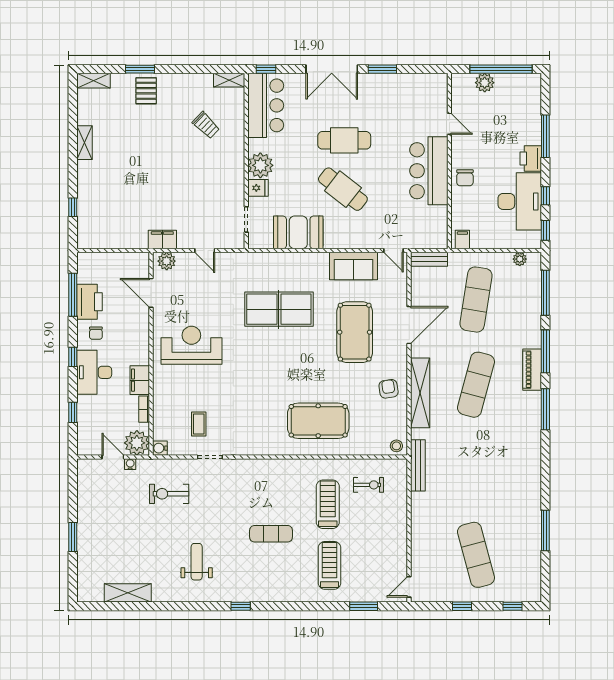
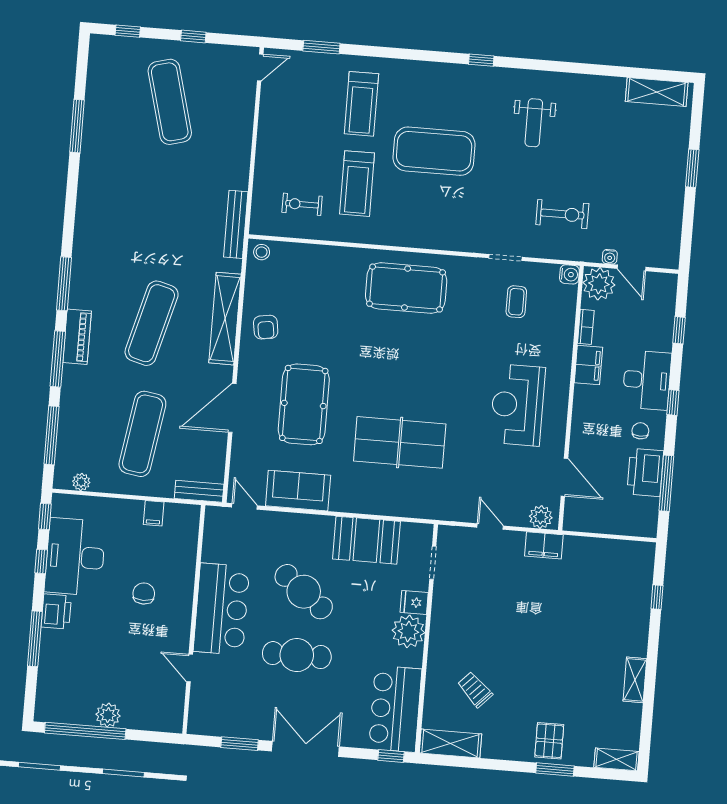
shelving: (229, 80) -> (450, 743), width x1.50, depth x1.33
door: (449, 124) -> (190, 668), moved
wall: (449, 161) -> (194, 619), moved
bar counter: (429, 171) -> (222, 609), moved
reception desk: (191, 345) -> (517, 405), turned 90
pool table: (318, 421) -> (406, 288), moved
exercise mat: (271, 534) -> (434, 151), width x2.00, depth x1.45
shelving: (128, 593) -> (657, 92), moved

